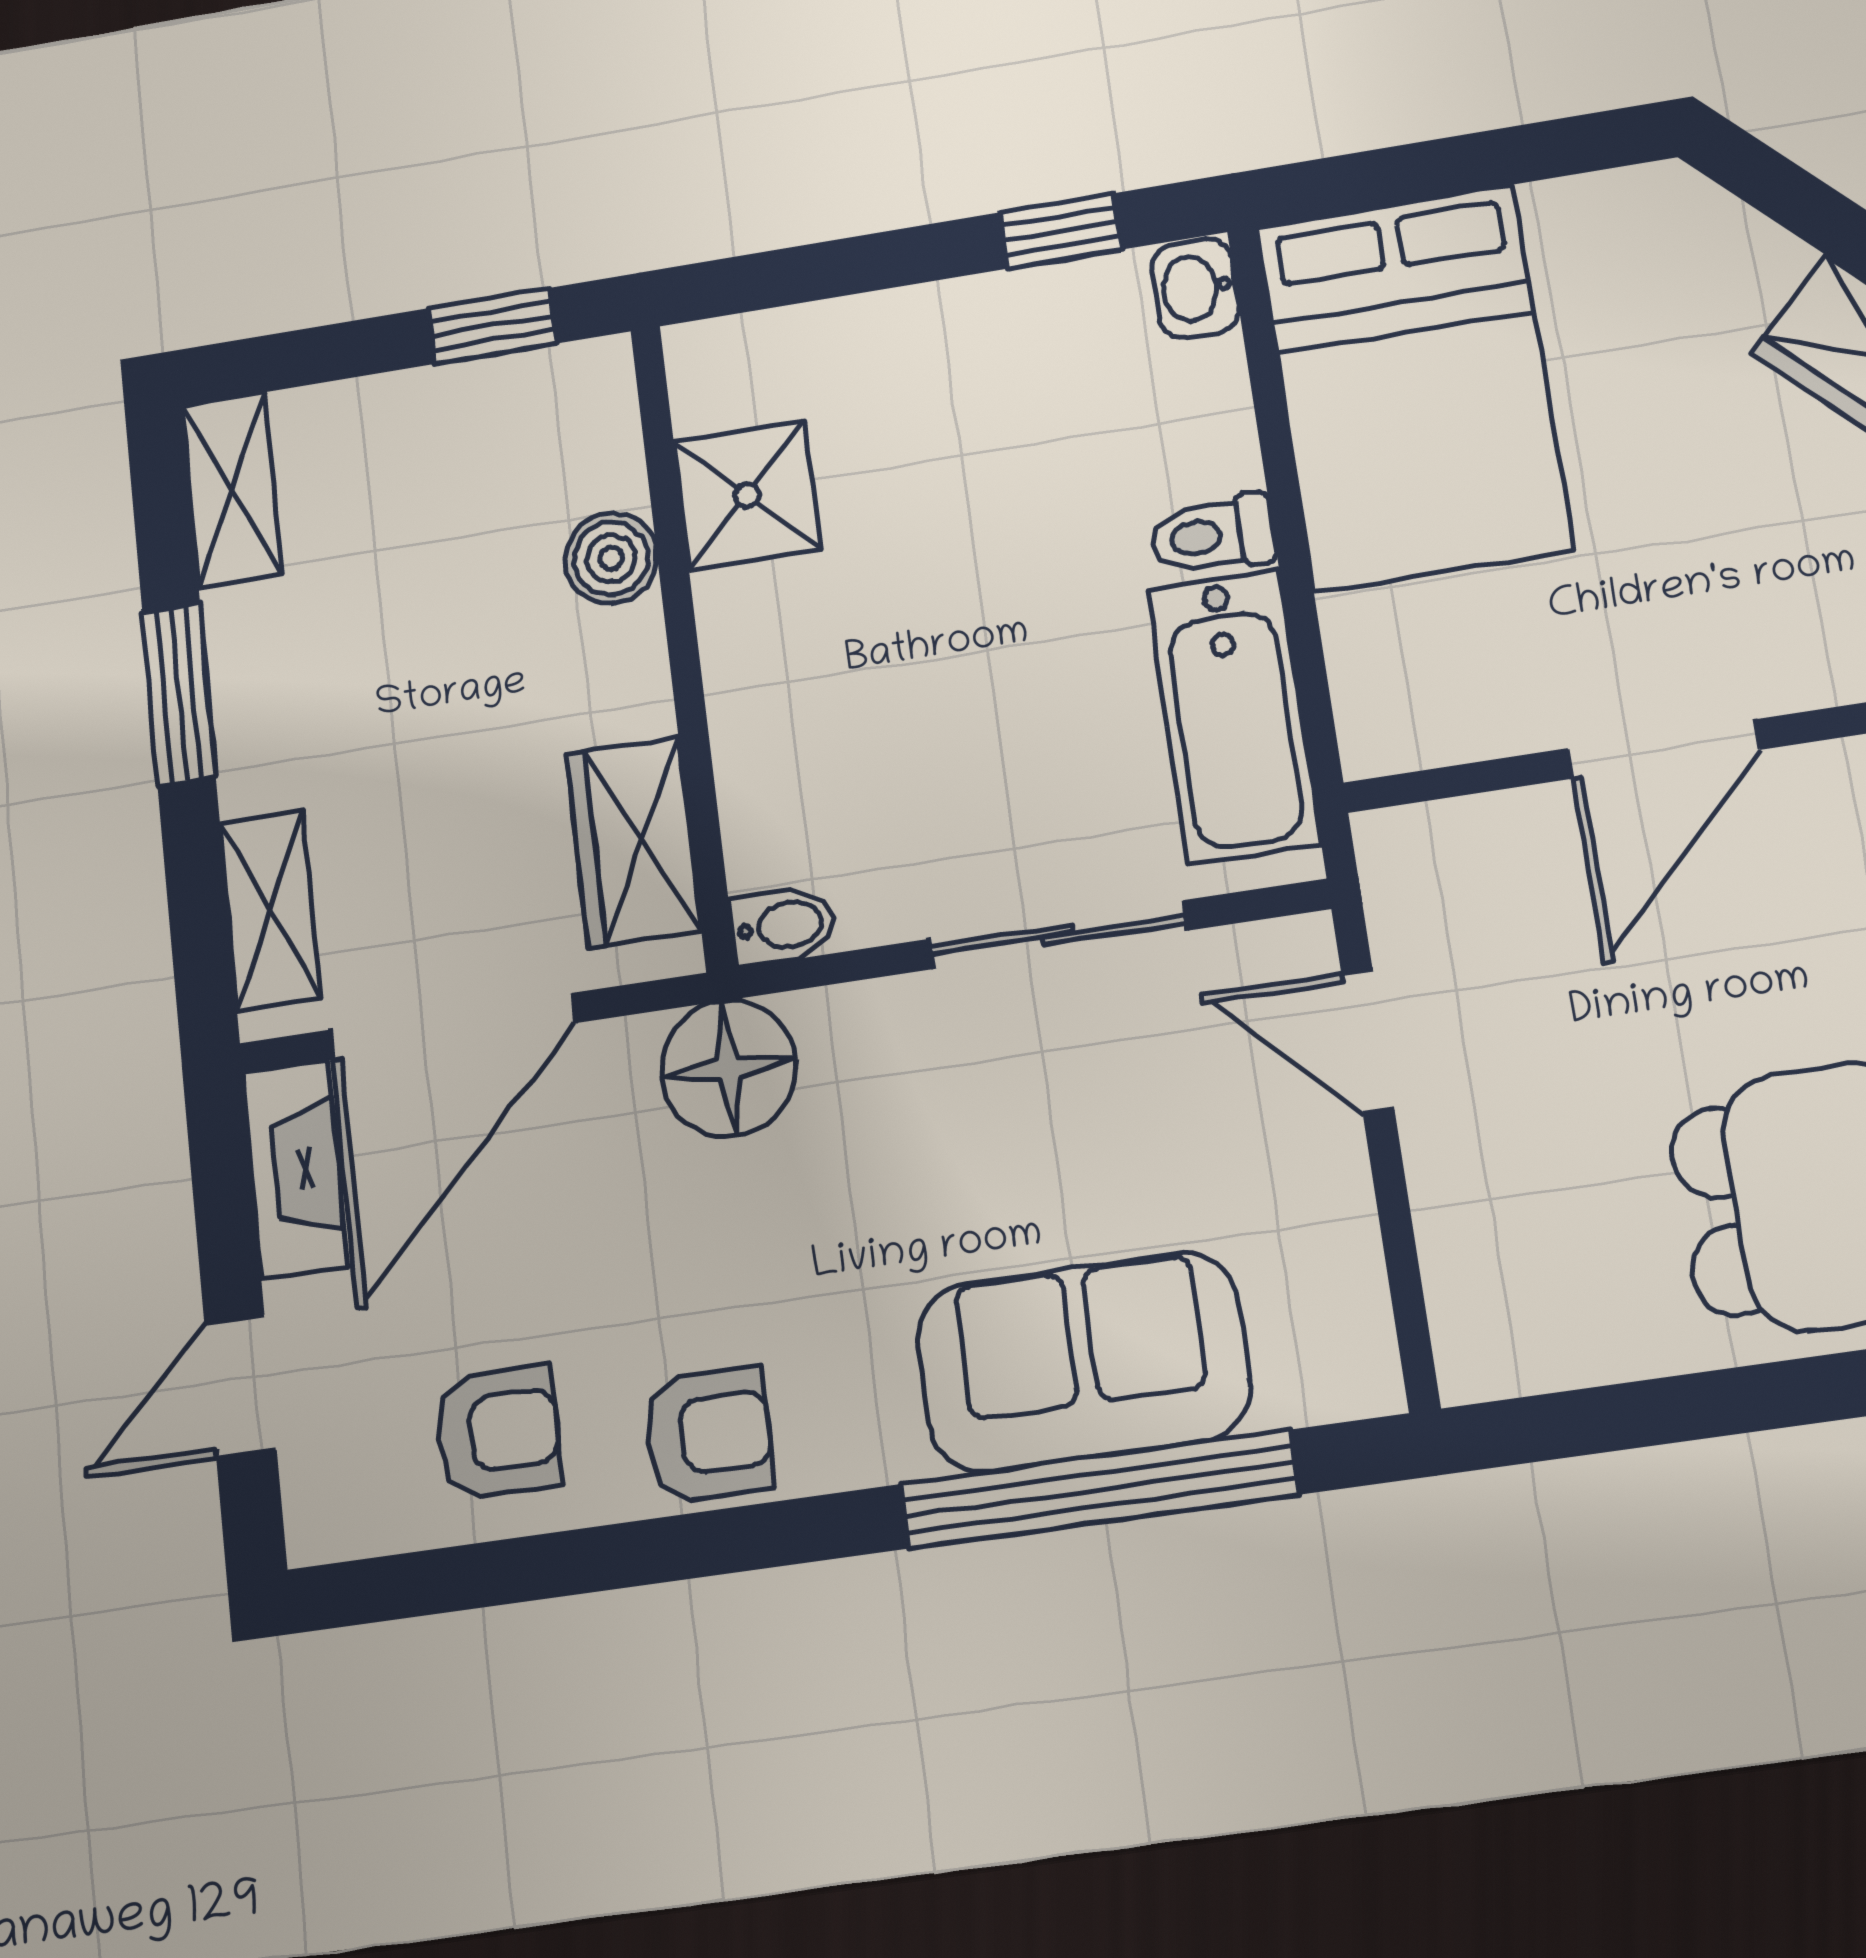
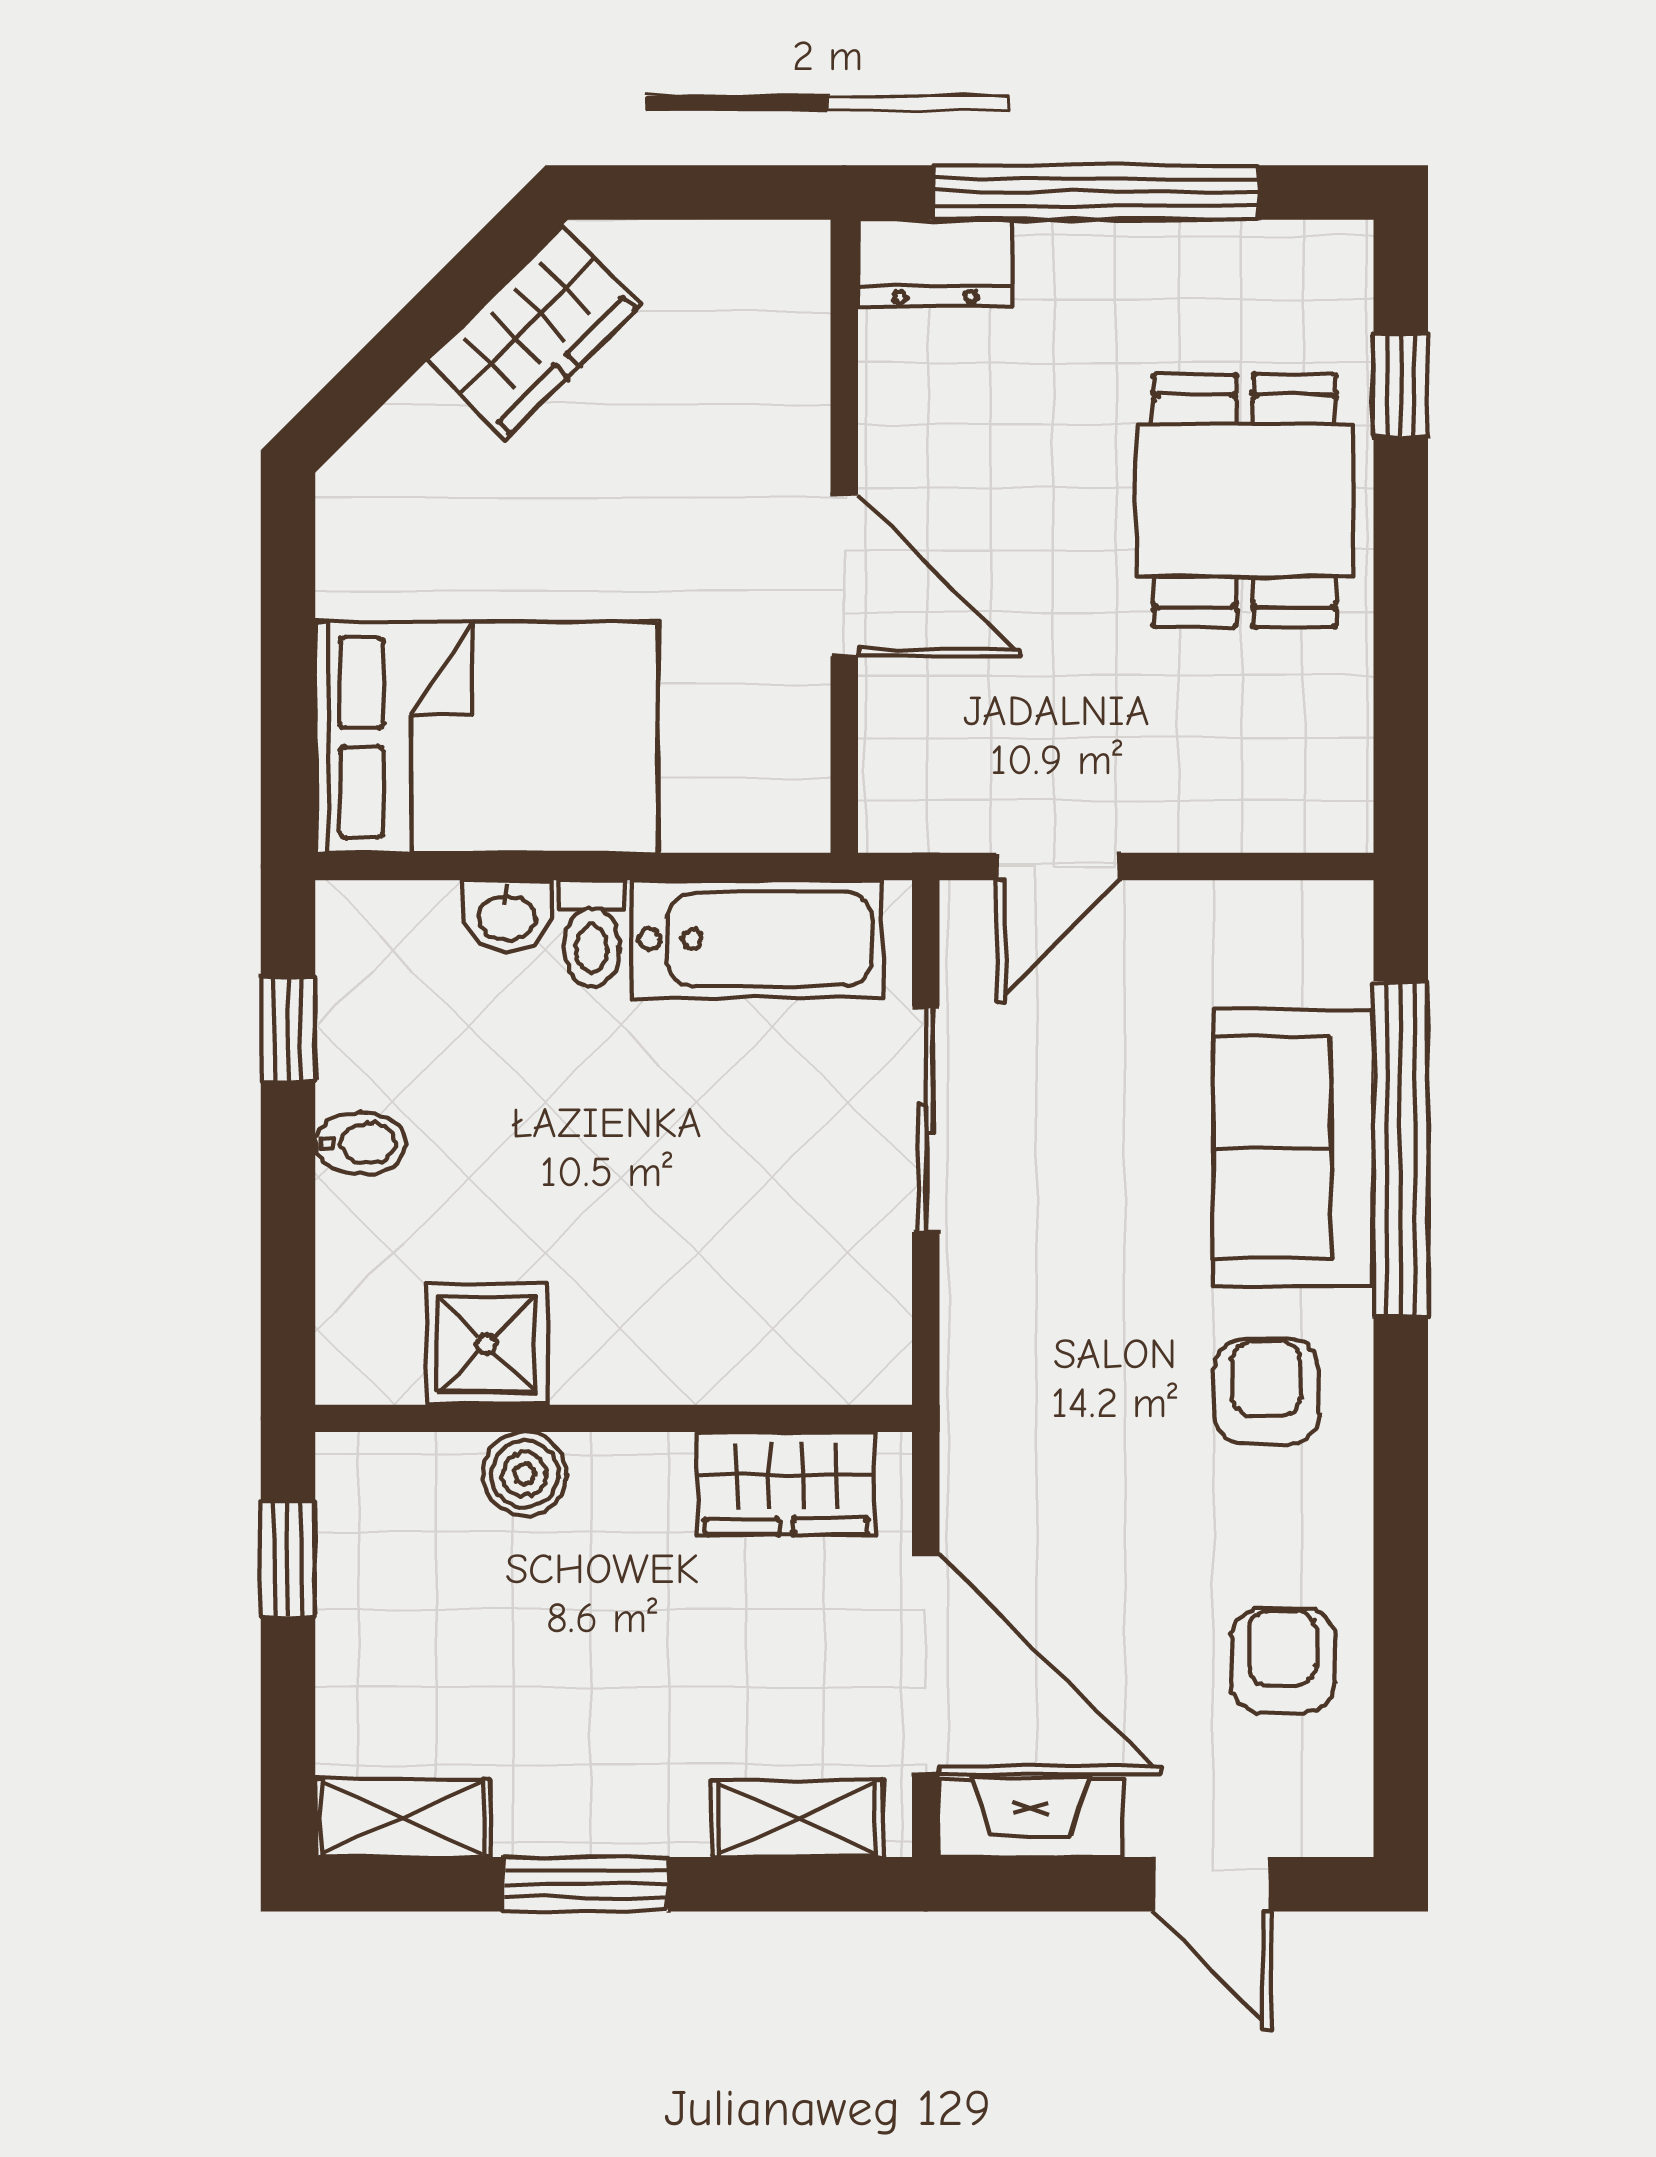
washbasin: (1195, 288) -> (507, 916), moved
bidet: (783, 926) -> (361, 1143), moved, turned 90
floor lamp: (728, 1068) -> (999, 1422), removed
armchair: (709, 1434) -> (1267, 1391), moved

